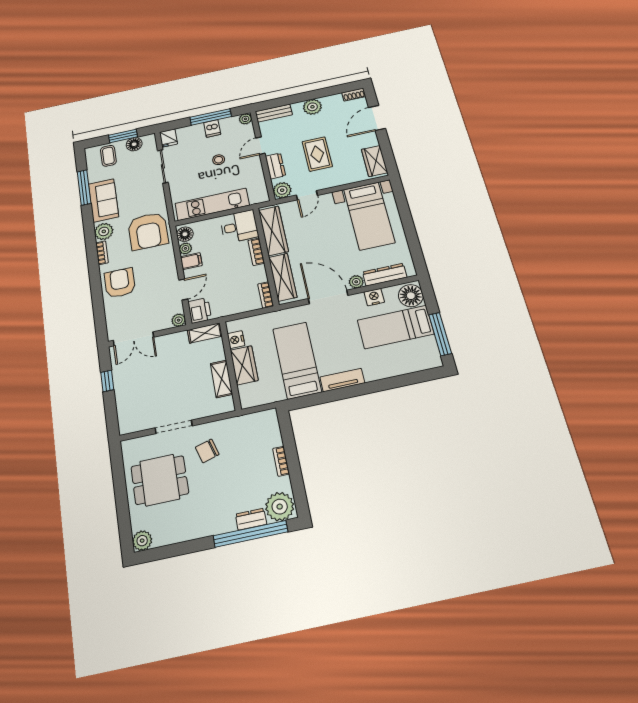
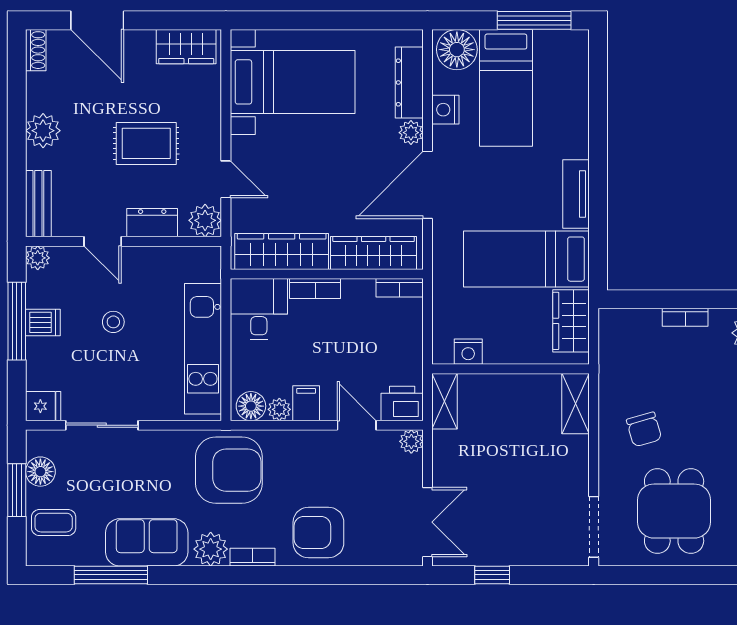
wardrobe: (244, 365) -> (571, 321), moved, turned -90
shelving: (221, 379) -> (576, 404), moved, turned 90
doorway: (174, 427) -> (594, 527), moved

